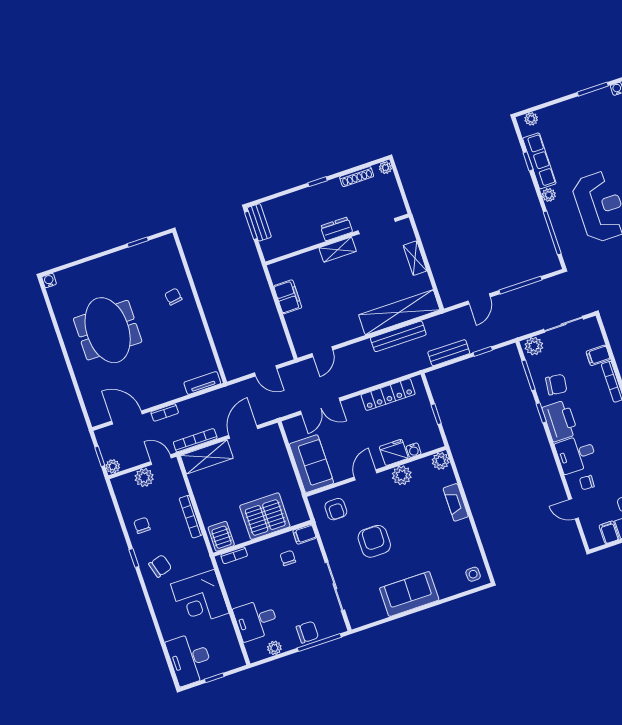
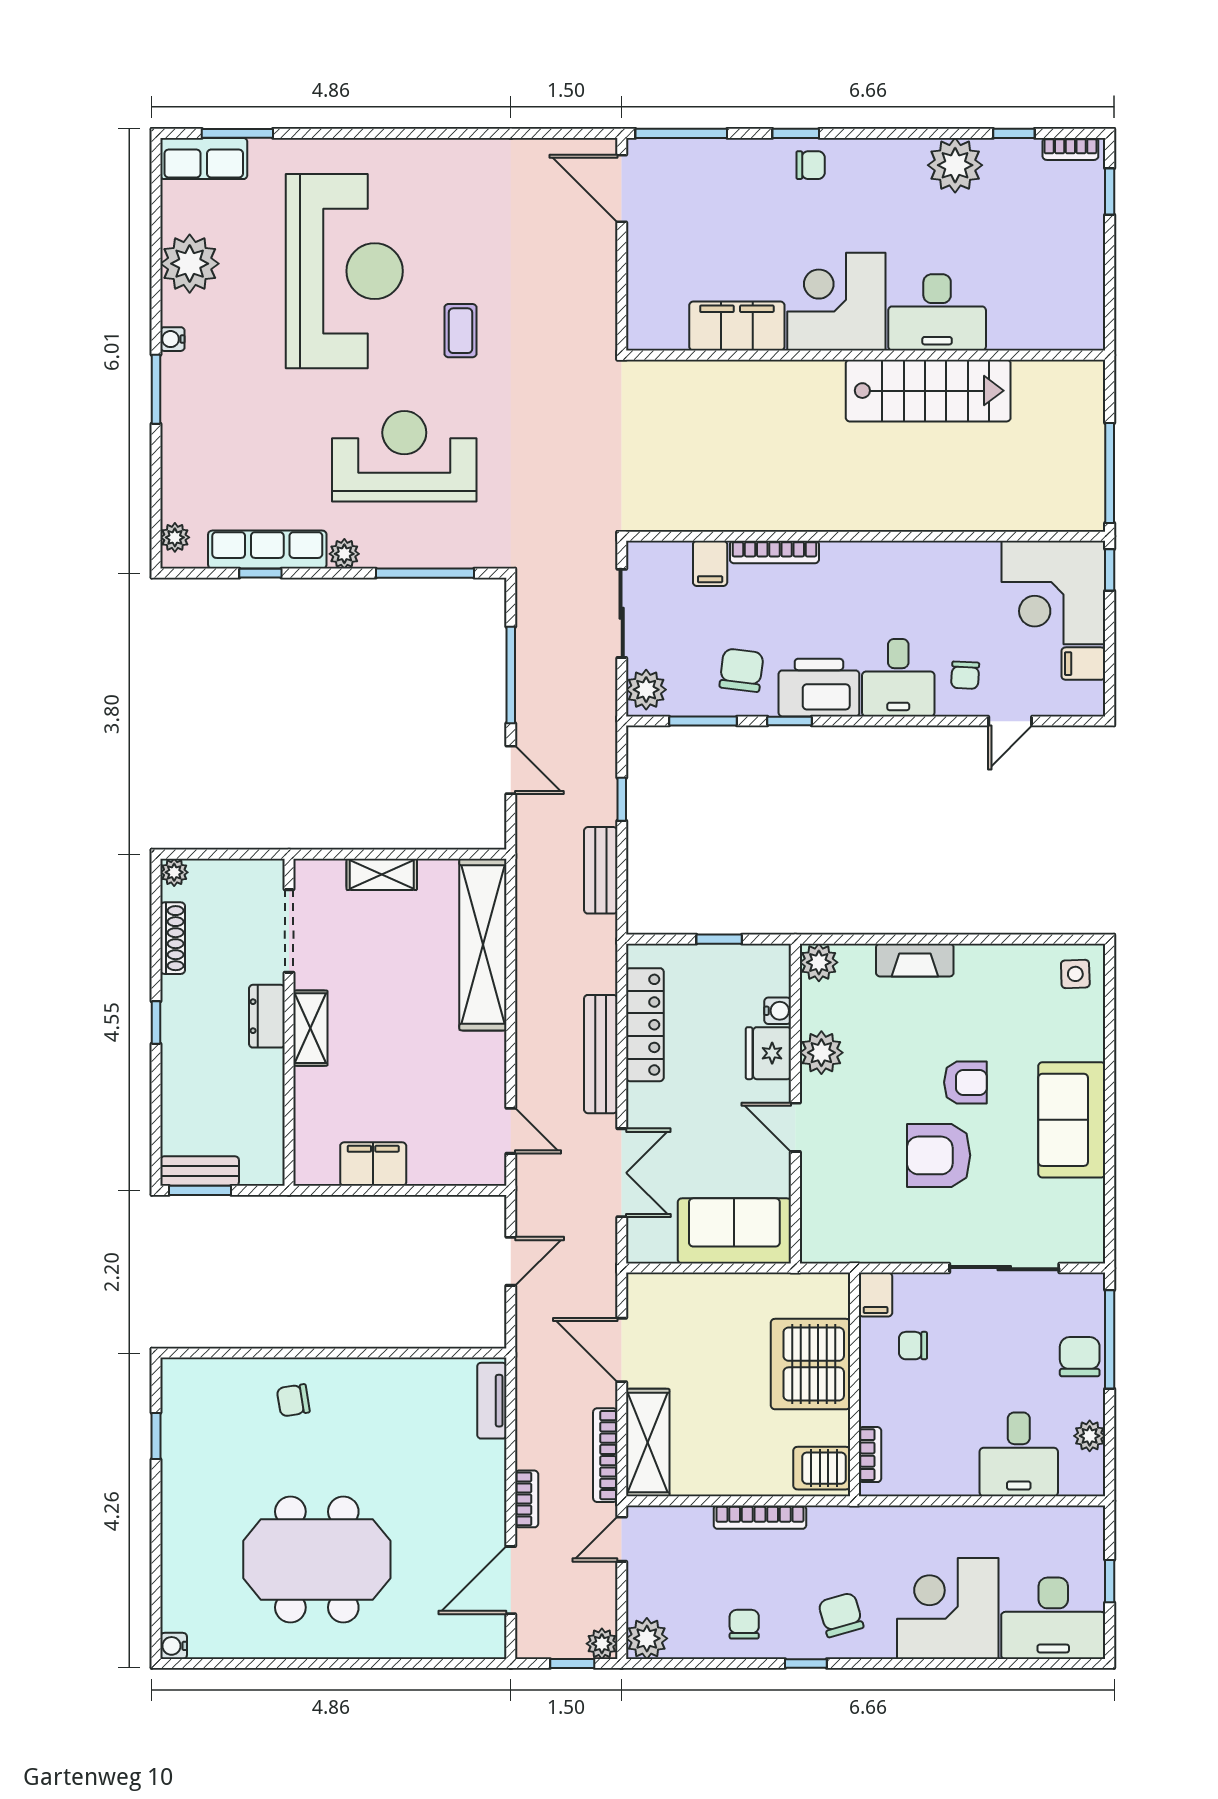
bench: (398, 336) -> (601, 1054), moved
plant: (144, 477) -> (647, 1638), moved
armchair: (336, 509) -> (965, 1082), moved
chair: (142, 525) -> (744, 1624), turned 90
corner desk: (200, 599) -> (948, 1608), moved, turned 180

